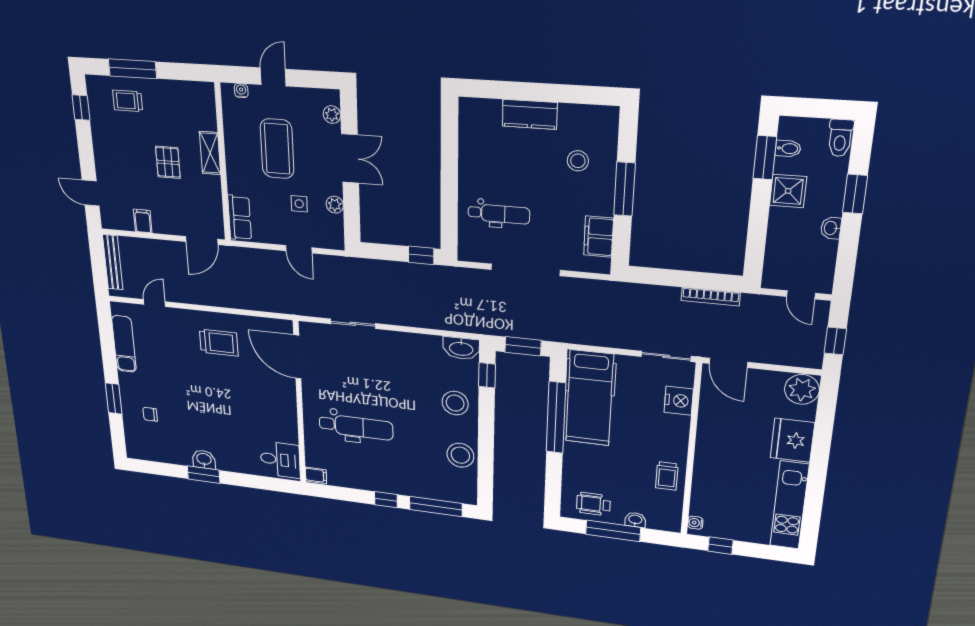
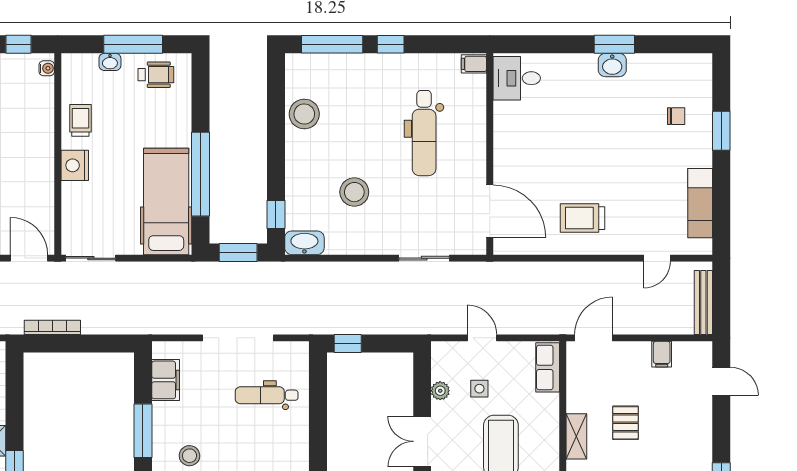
nightstand: (679, 401) -> (75, 165), moved
stool: (455, 403) -> (354, 192), moved
dental chair: (356, 427) -> (424, 133), turned -90

